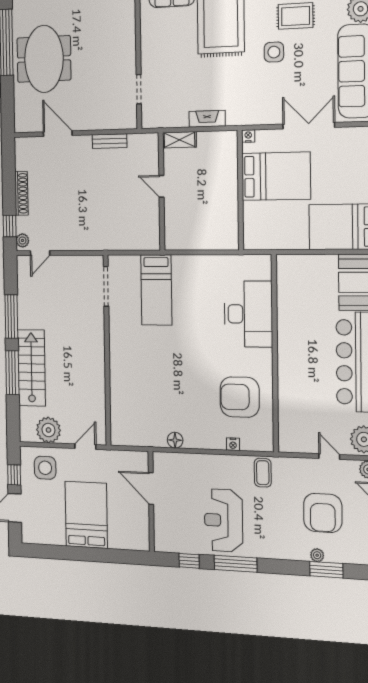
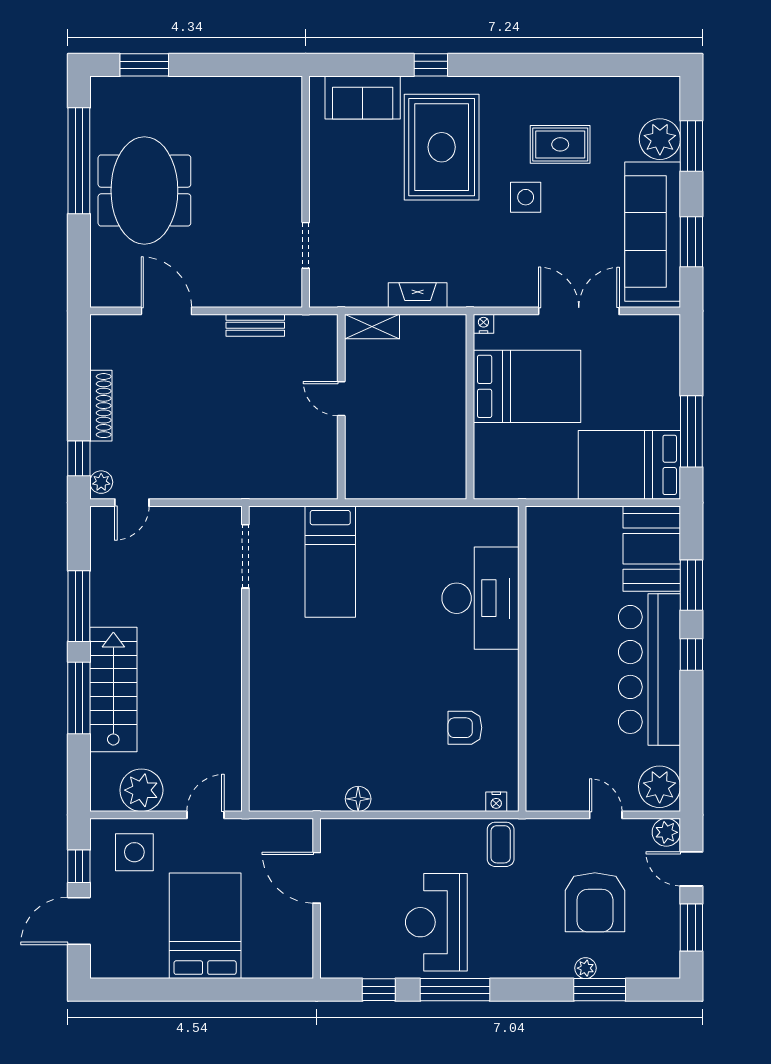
armchair: (240, 397) -> (465, 728), width x0.53, depth x0.53
nightstand: (233, 444) -> (496, 802), moved

